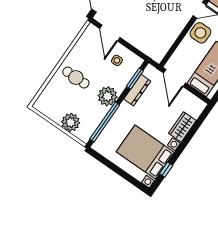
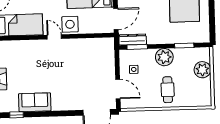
door: (110, 33) -> (118, 89), hinge flipped
dresser: (137, 90) -> (133, 39), moved
window: (105, 122) -> (184, 46), width x0.47

